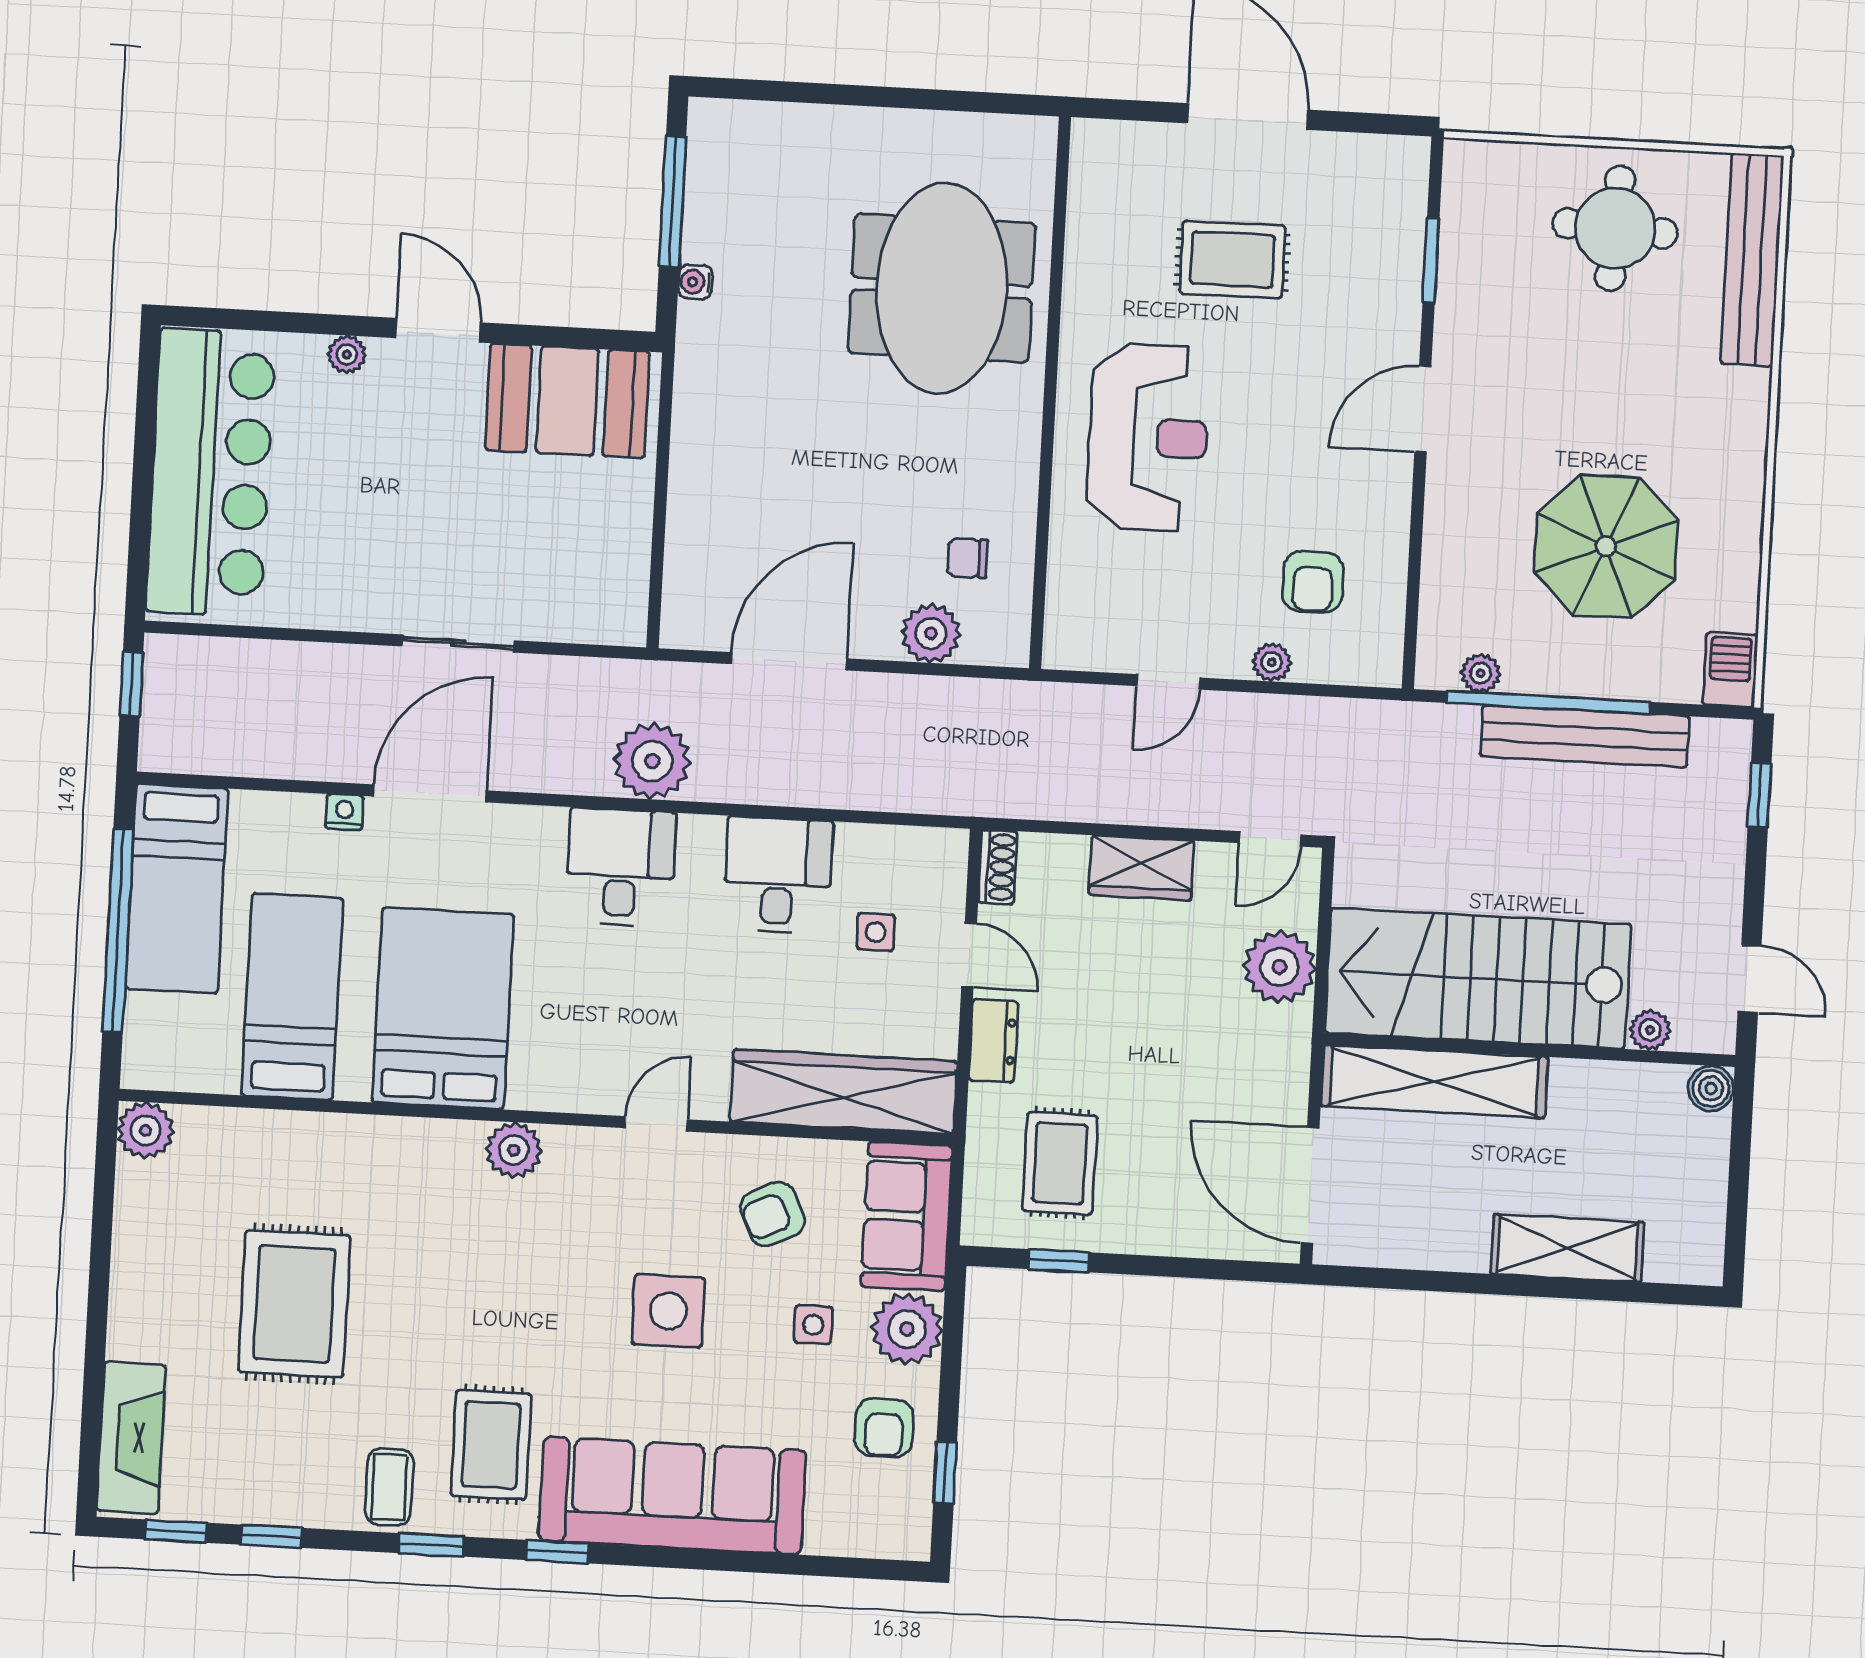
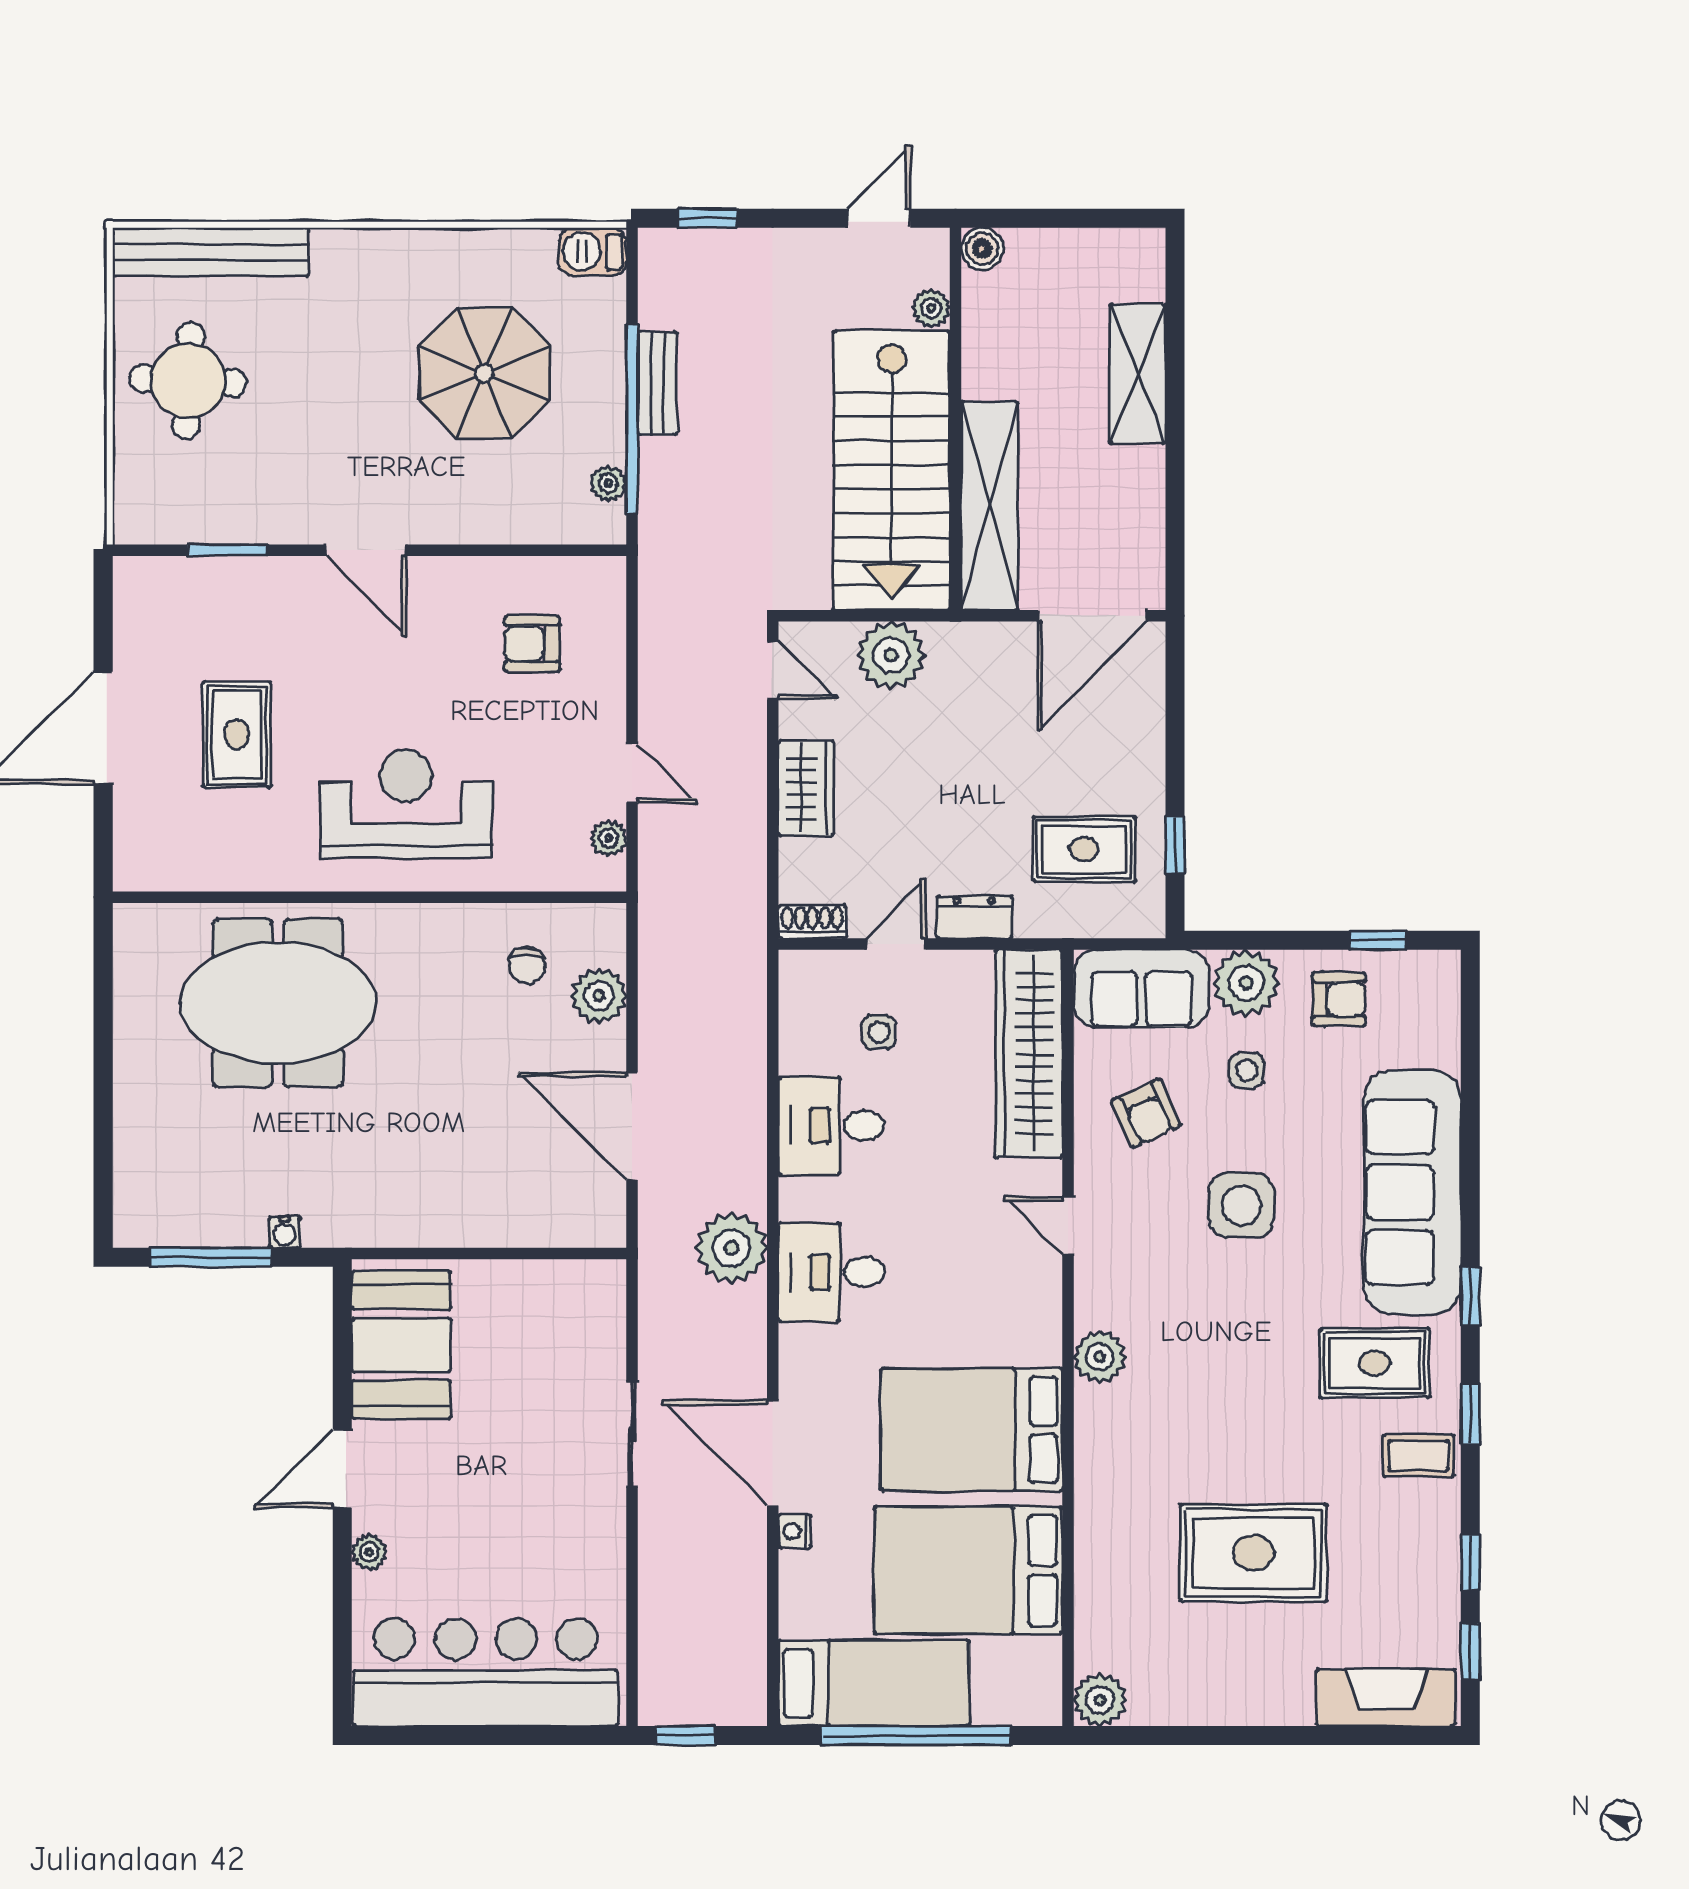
armchair: (1313, 582) -> (532, 644), turned 180
plant: (1272, 662) -> (609, 838), moved
bench: (1585, 736) -> (657, 383), width x0.54, depth x0.82
bed: (292, 997) -> (968, 1570), width x1.50

